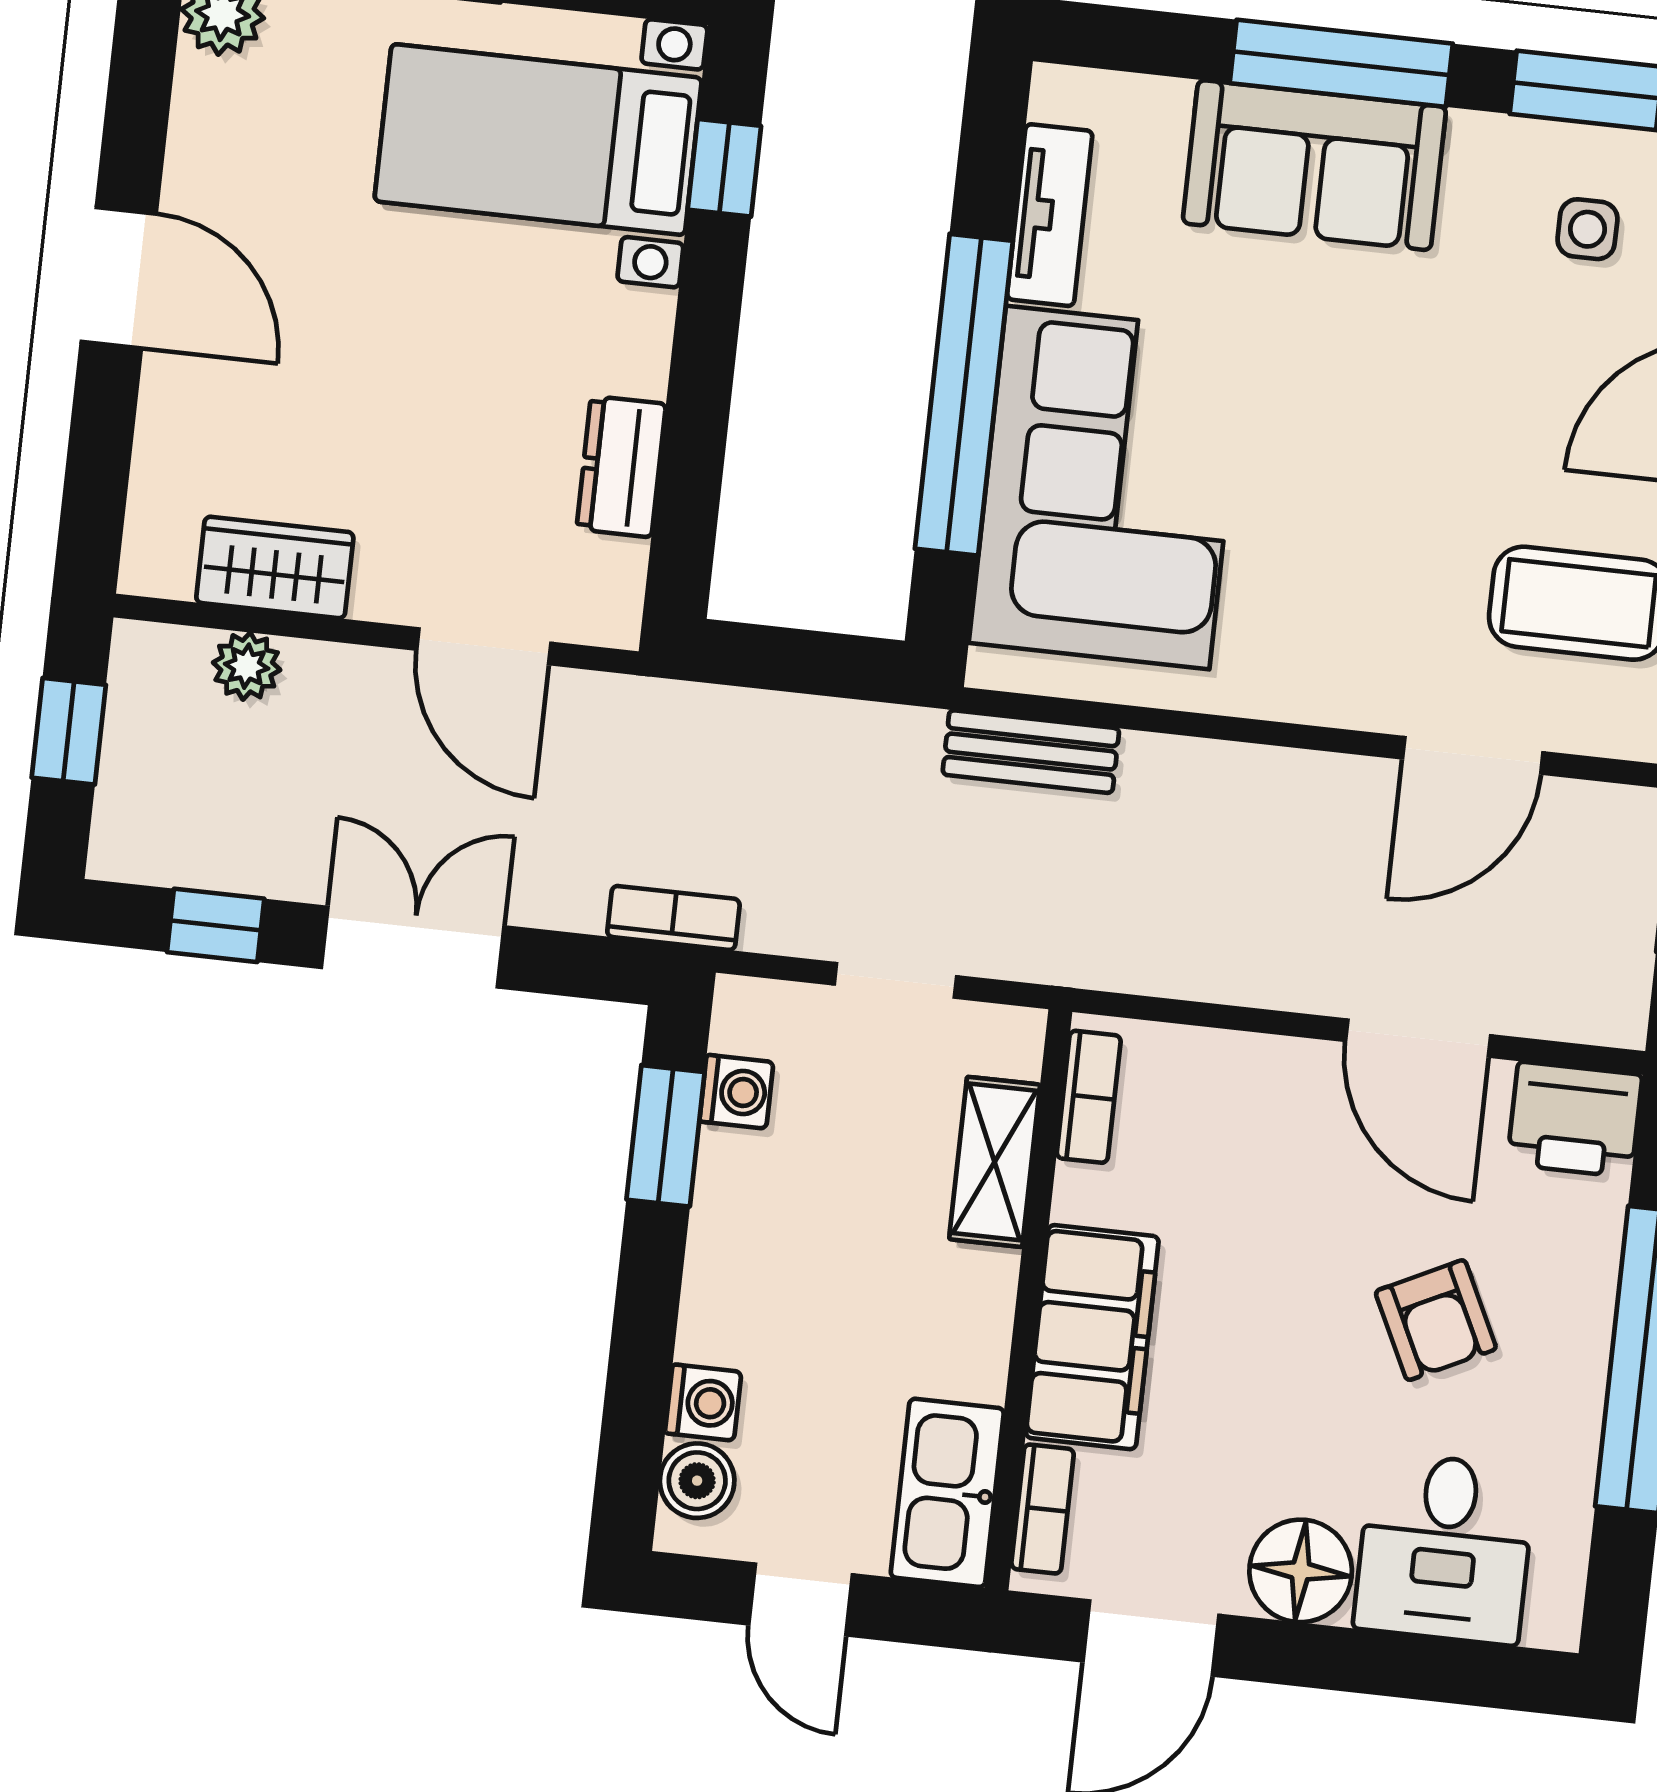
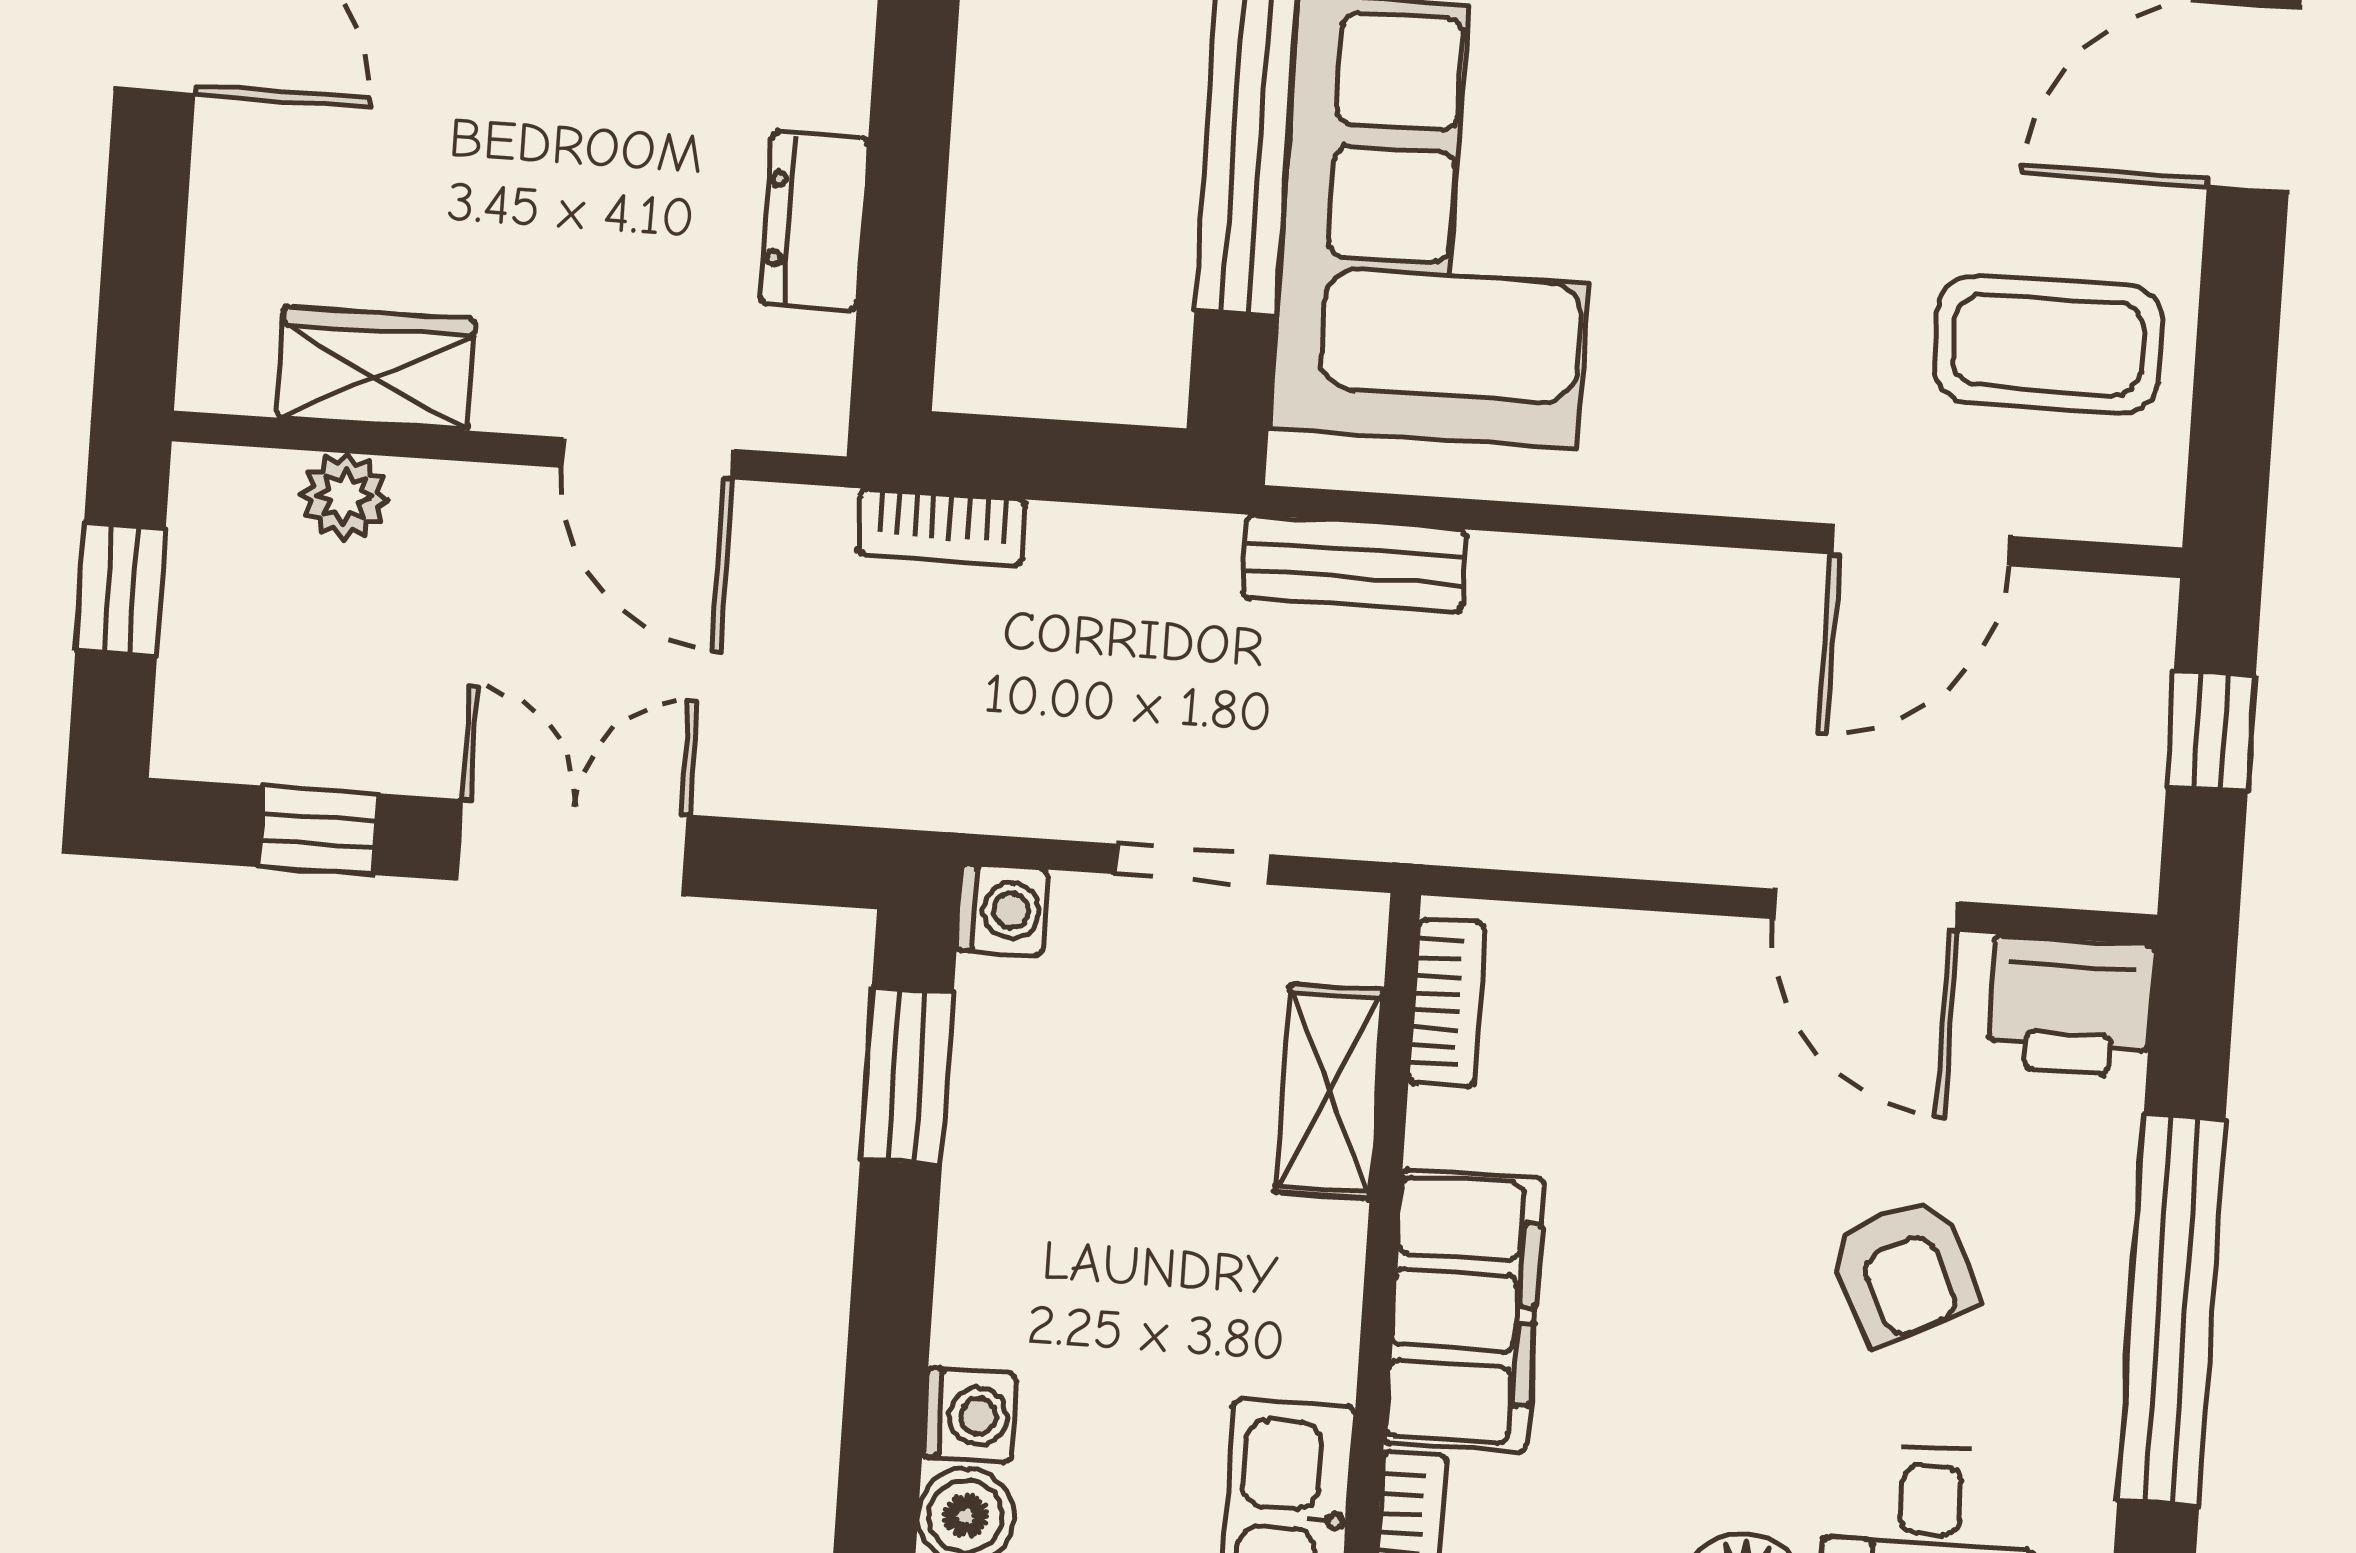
bookcase: (673, 918) -> (941, 527), moved, turned 180
washing machine: (736, 1092) -> (1002, 910), moved

